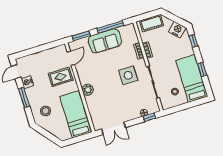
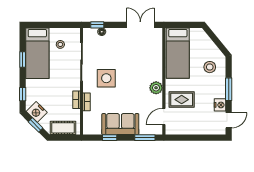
window: (175, 19) -> (36, 125), added
window: (110, 27) -> (110, 138), width x0.46
plant: (88, 90) -> (156, 88), moved

